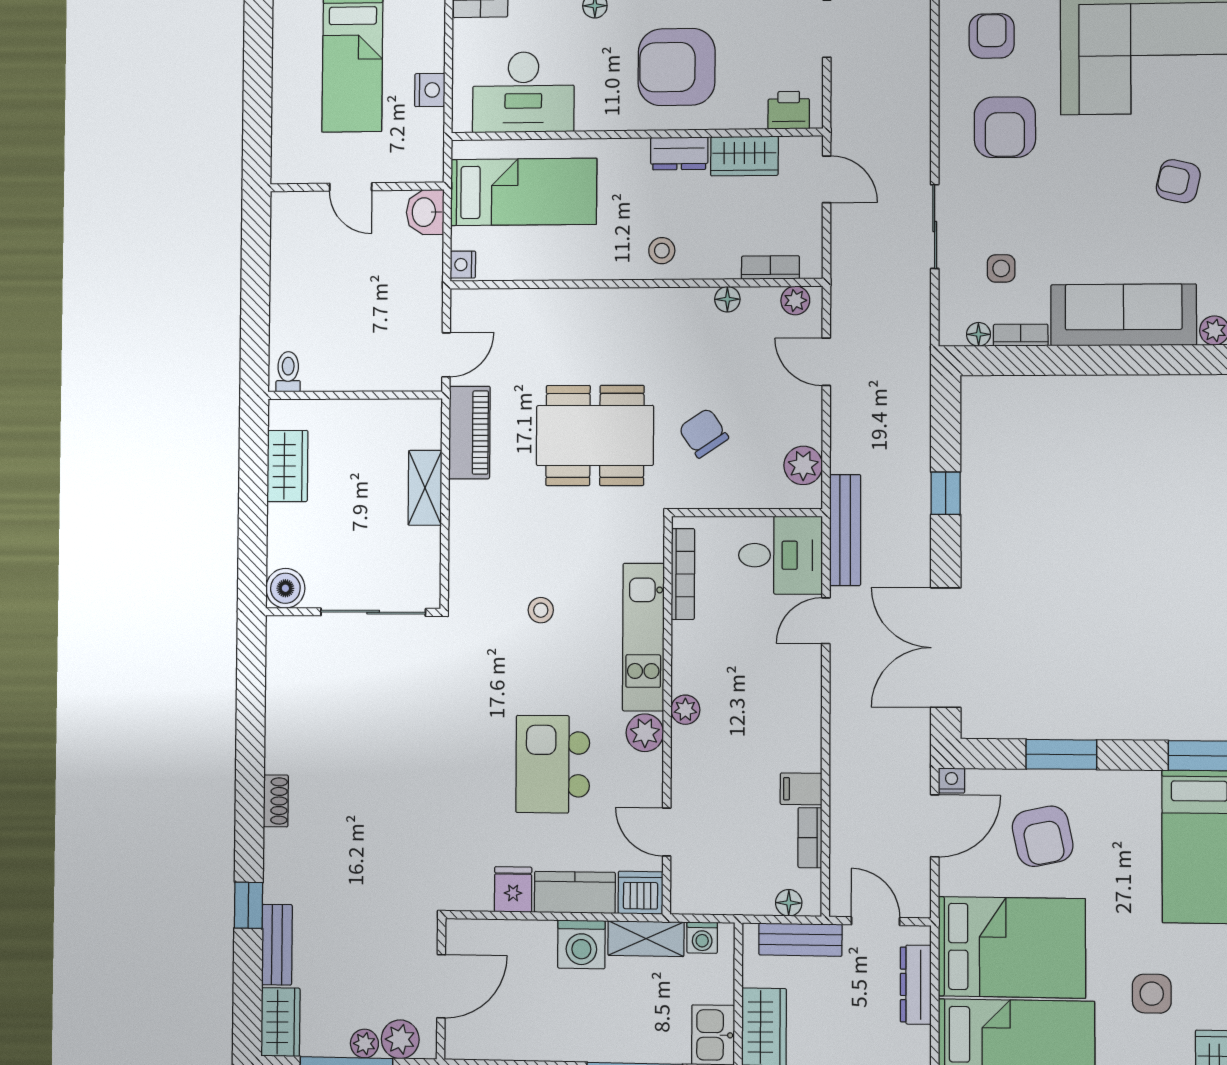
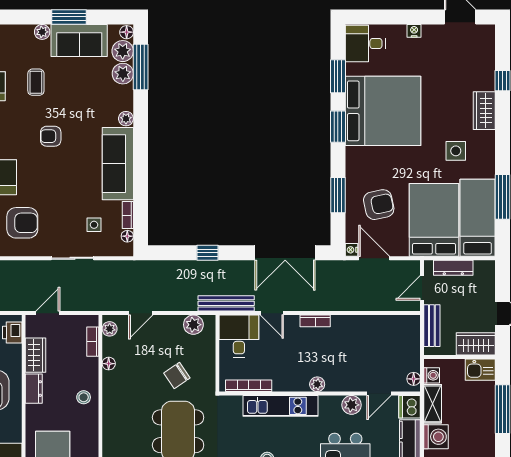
armchair: (1178, 181) -> (51, 136), turned 77
plant: (645, 733) -> (352, 405), moved
filing cabinet: (801, 789) -> (356, 325), removed
bookcase: (810, 838) -> (315, 321), moved
floor lamp: (789, 903) -> (414, 379), moved

